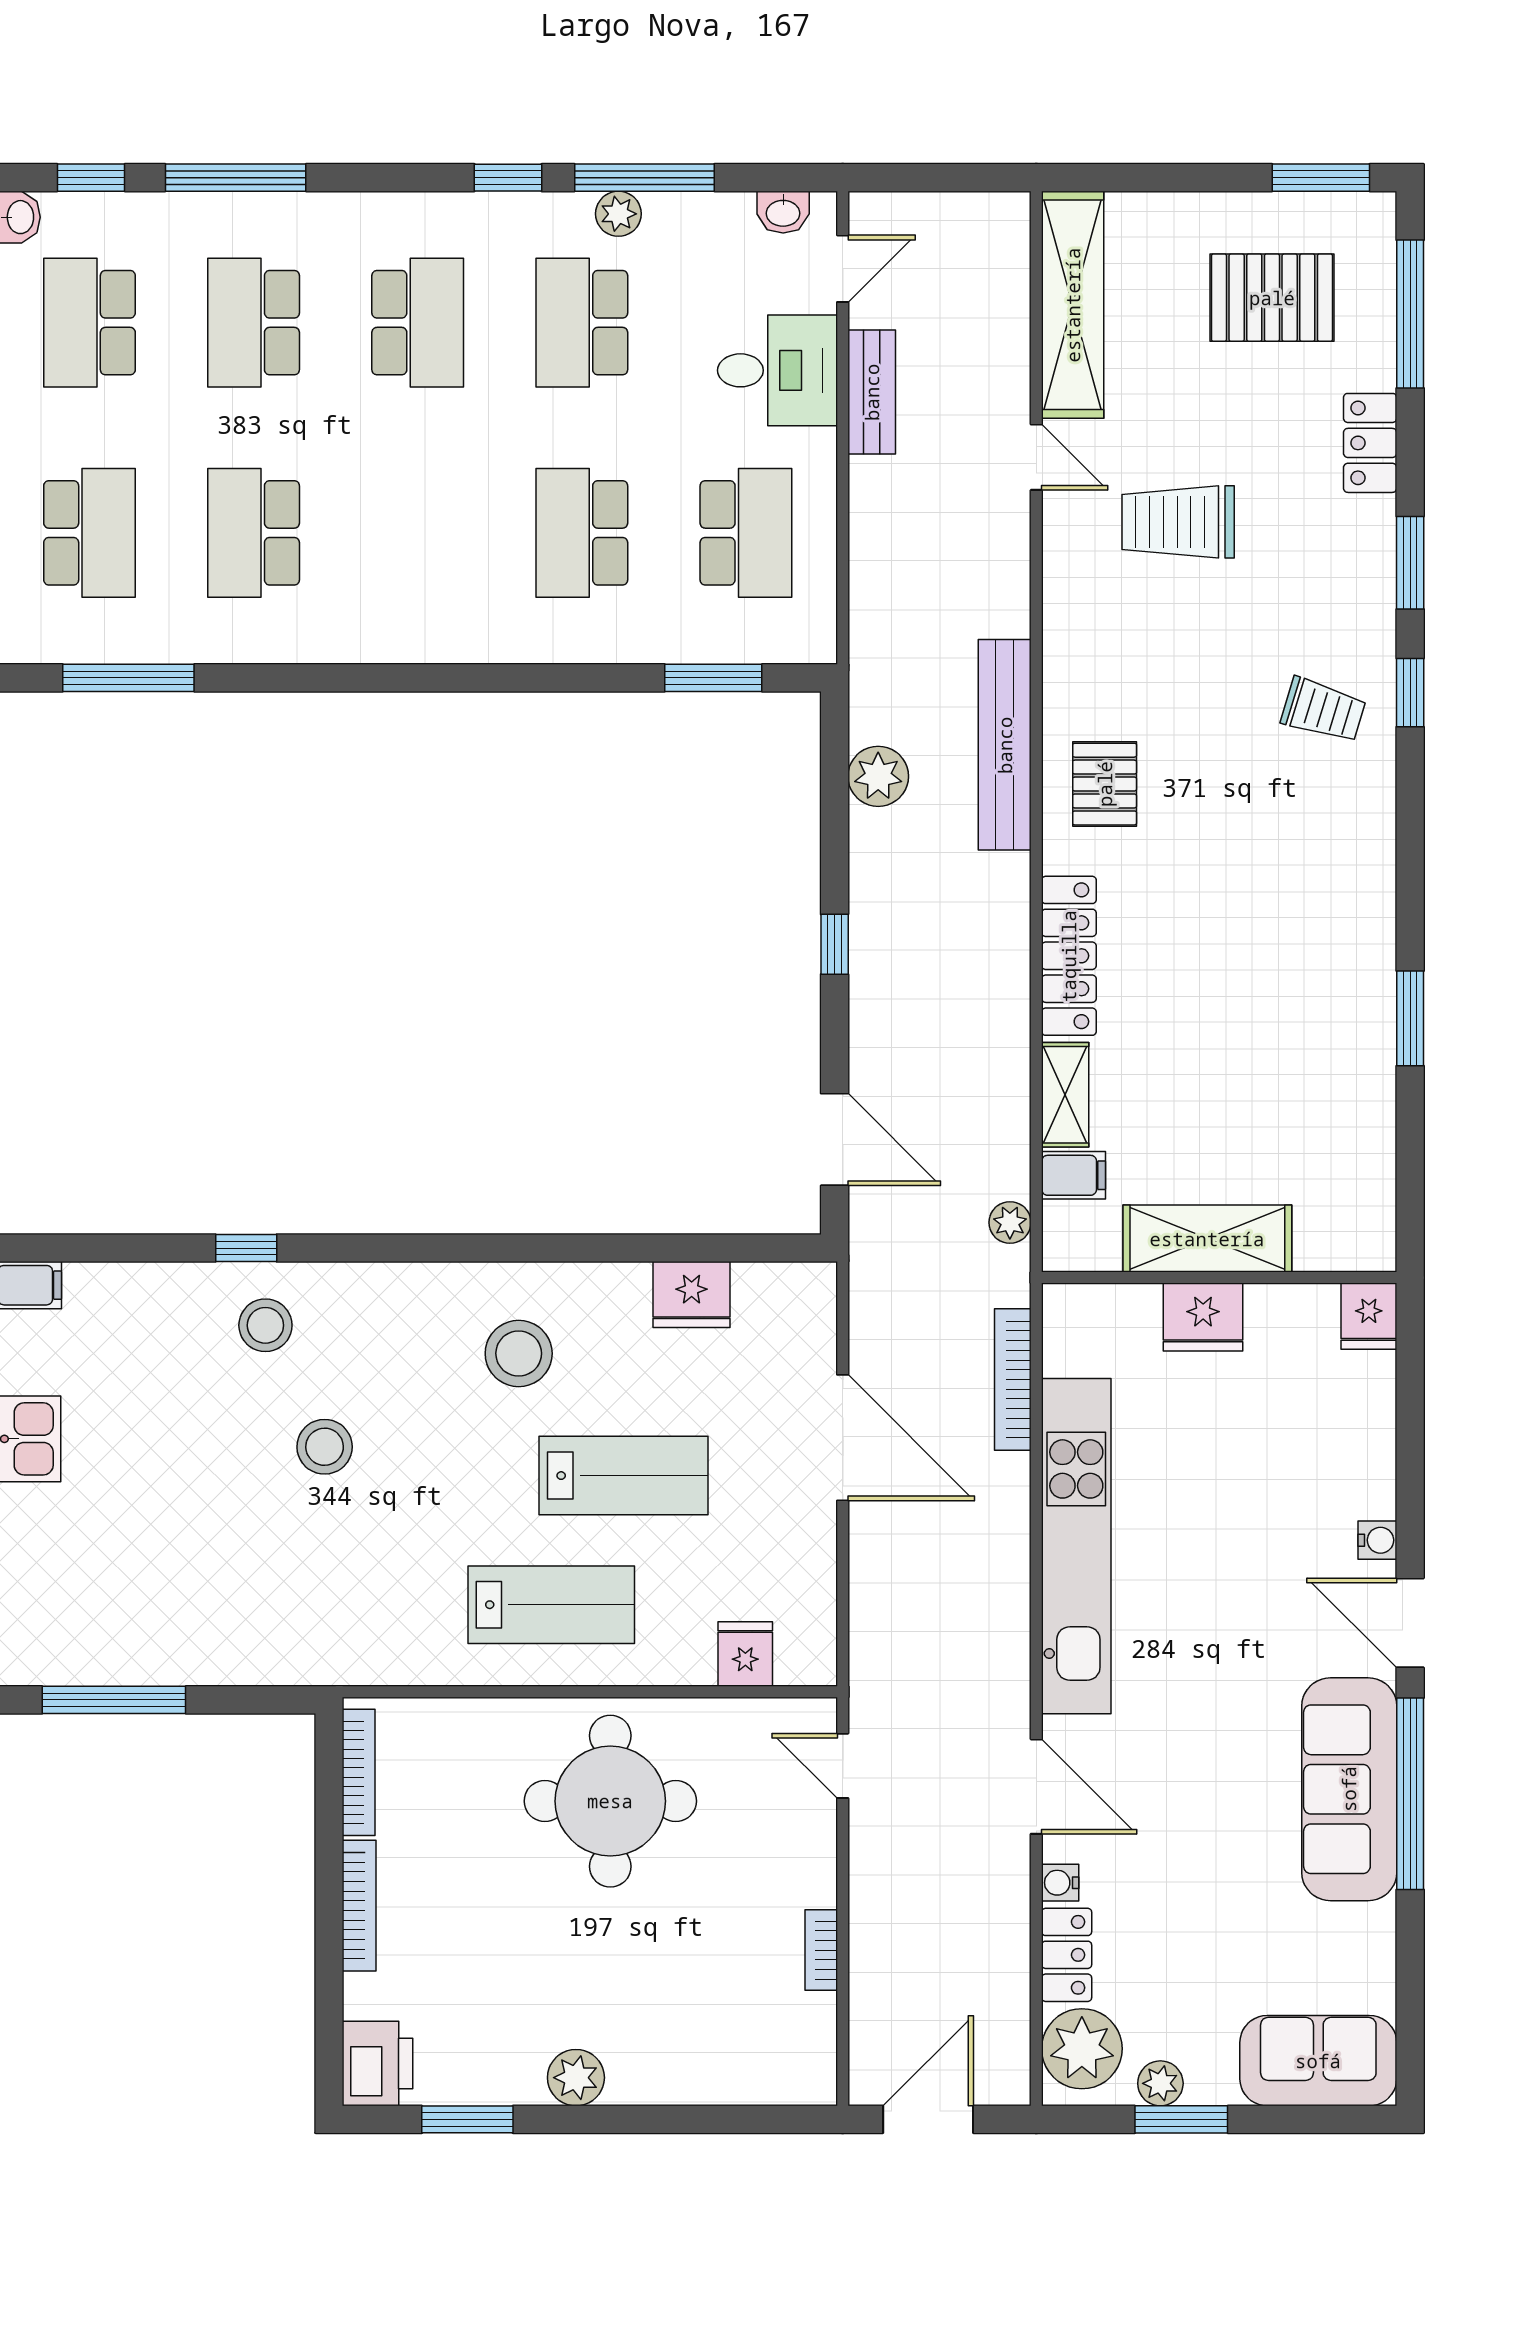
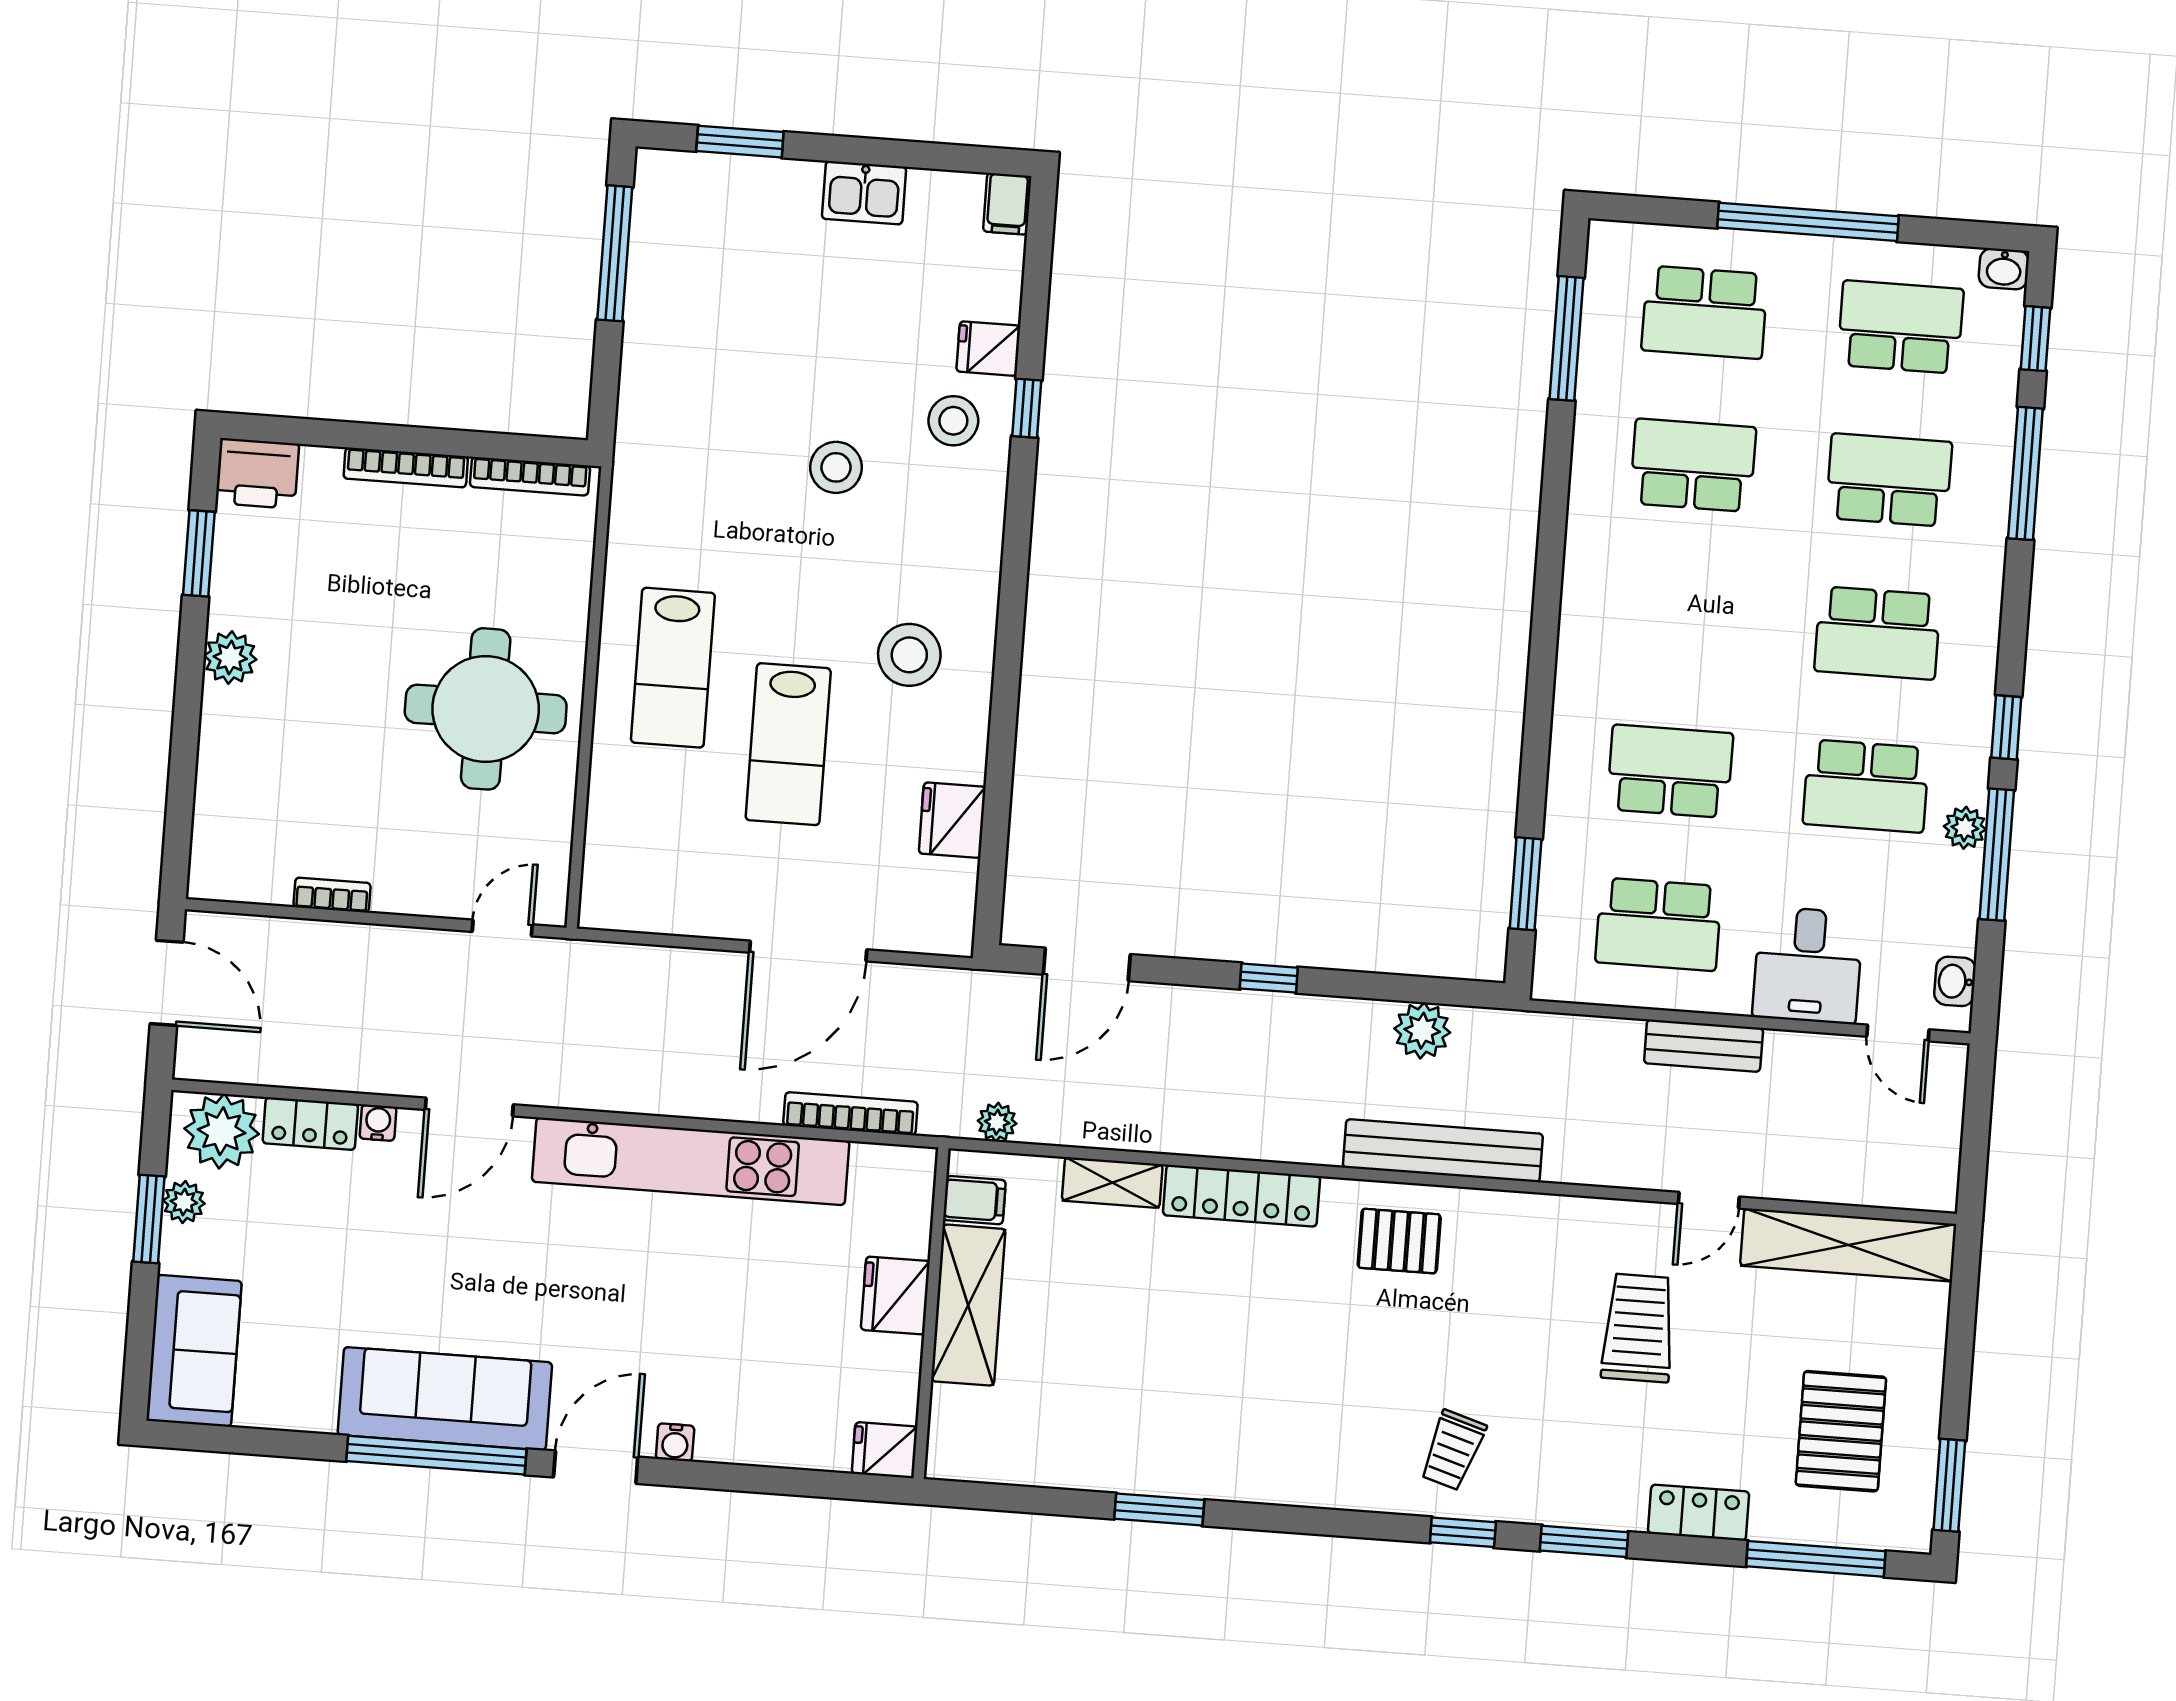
school desk: (582, 323) -> (1866, 786), turned 180
bench: (872, 392) -> (1704, 1046), moved
filing cabinet: (1074, 1175) -> (974, 1200), moved, turned -90
fridge: (745, 1654) -> (988, 349), moved, turned 180

